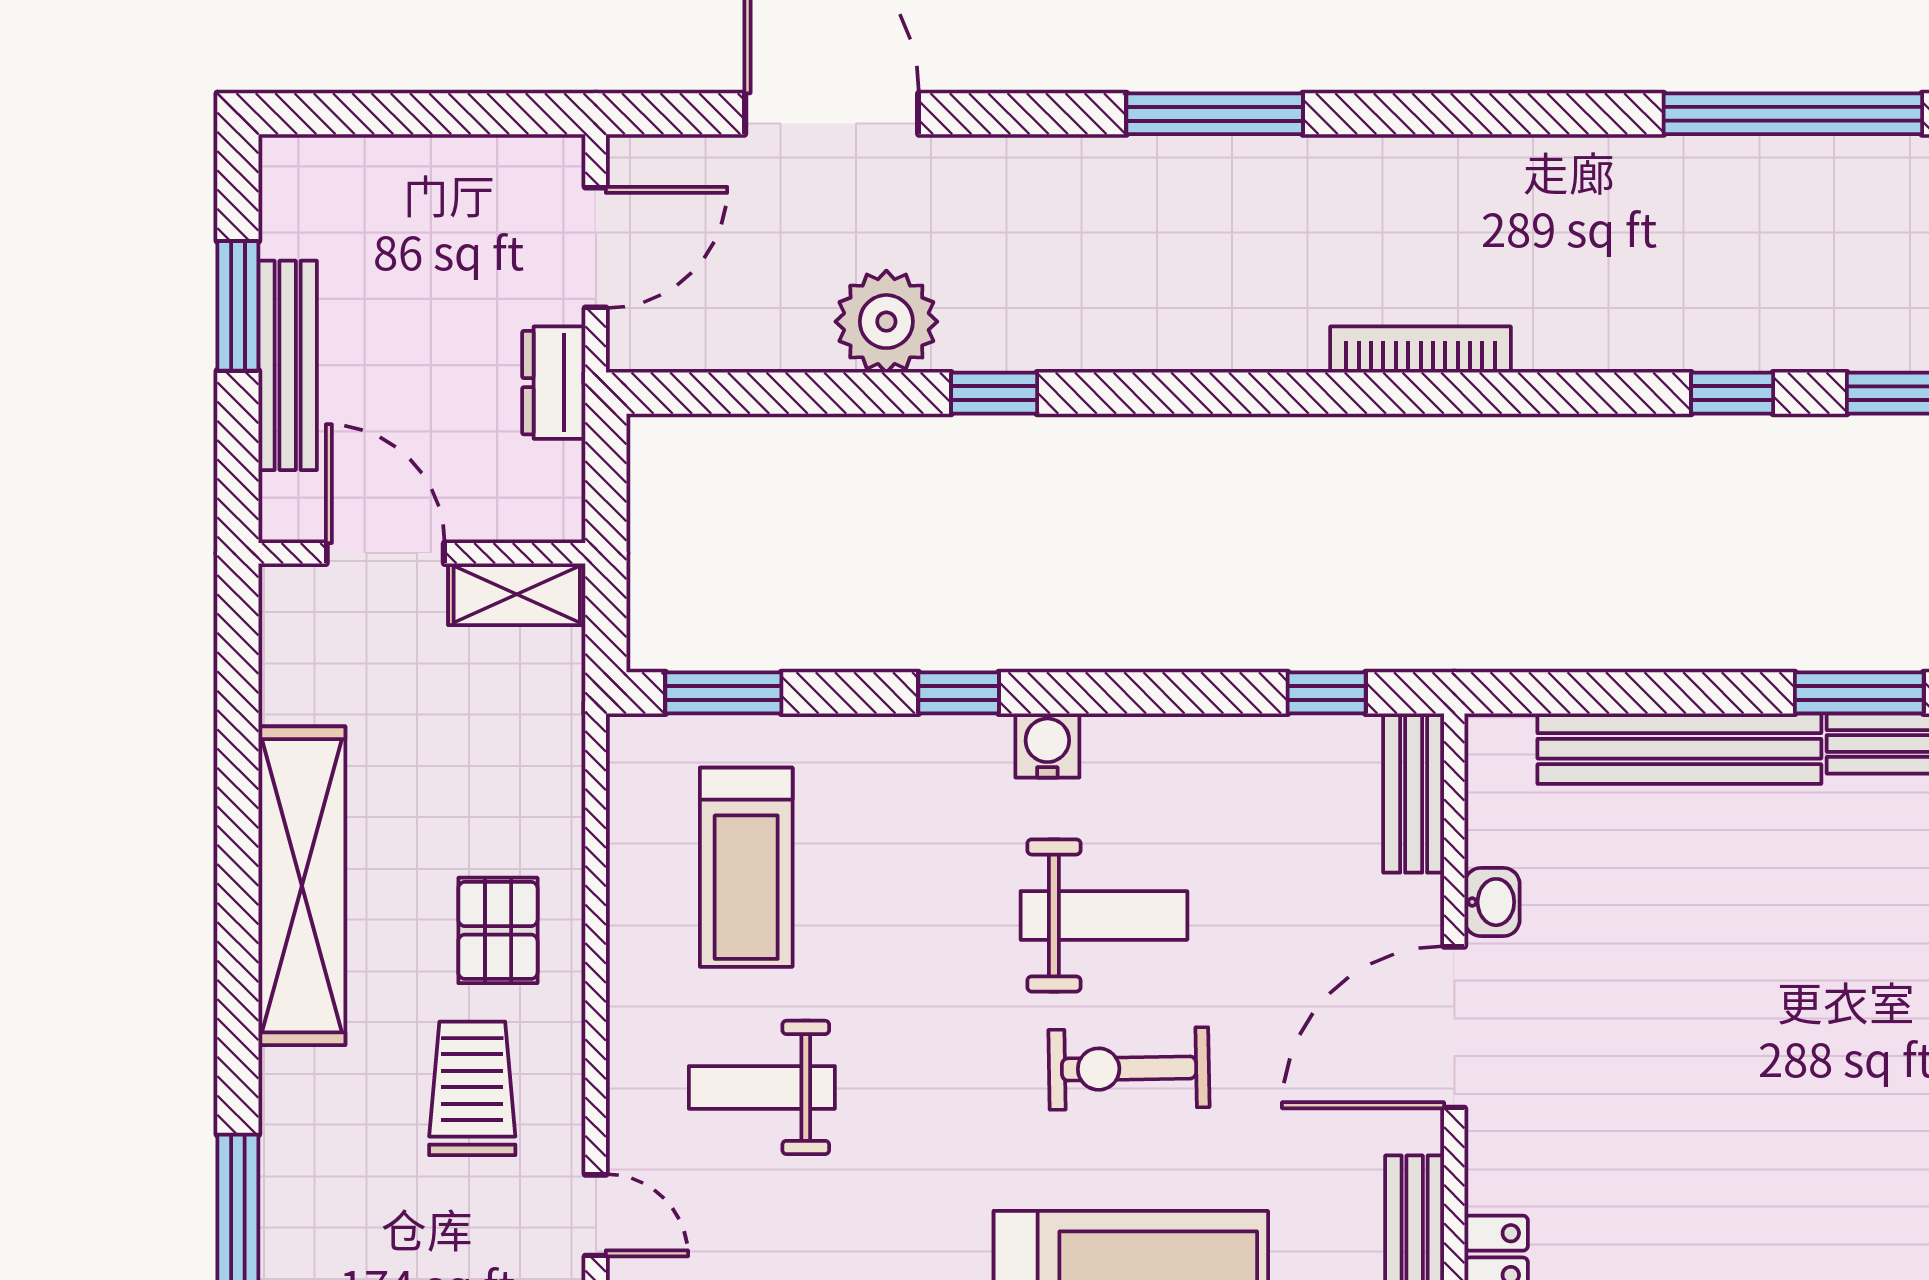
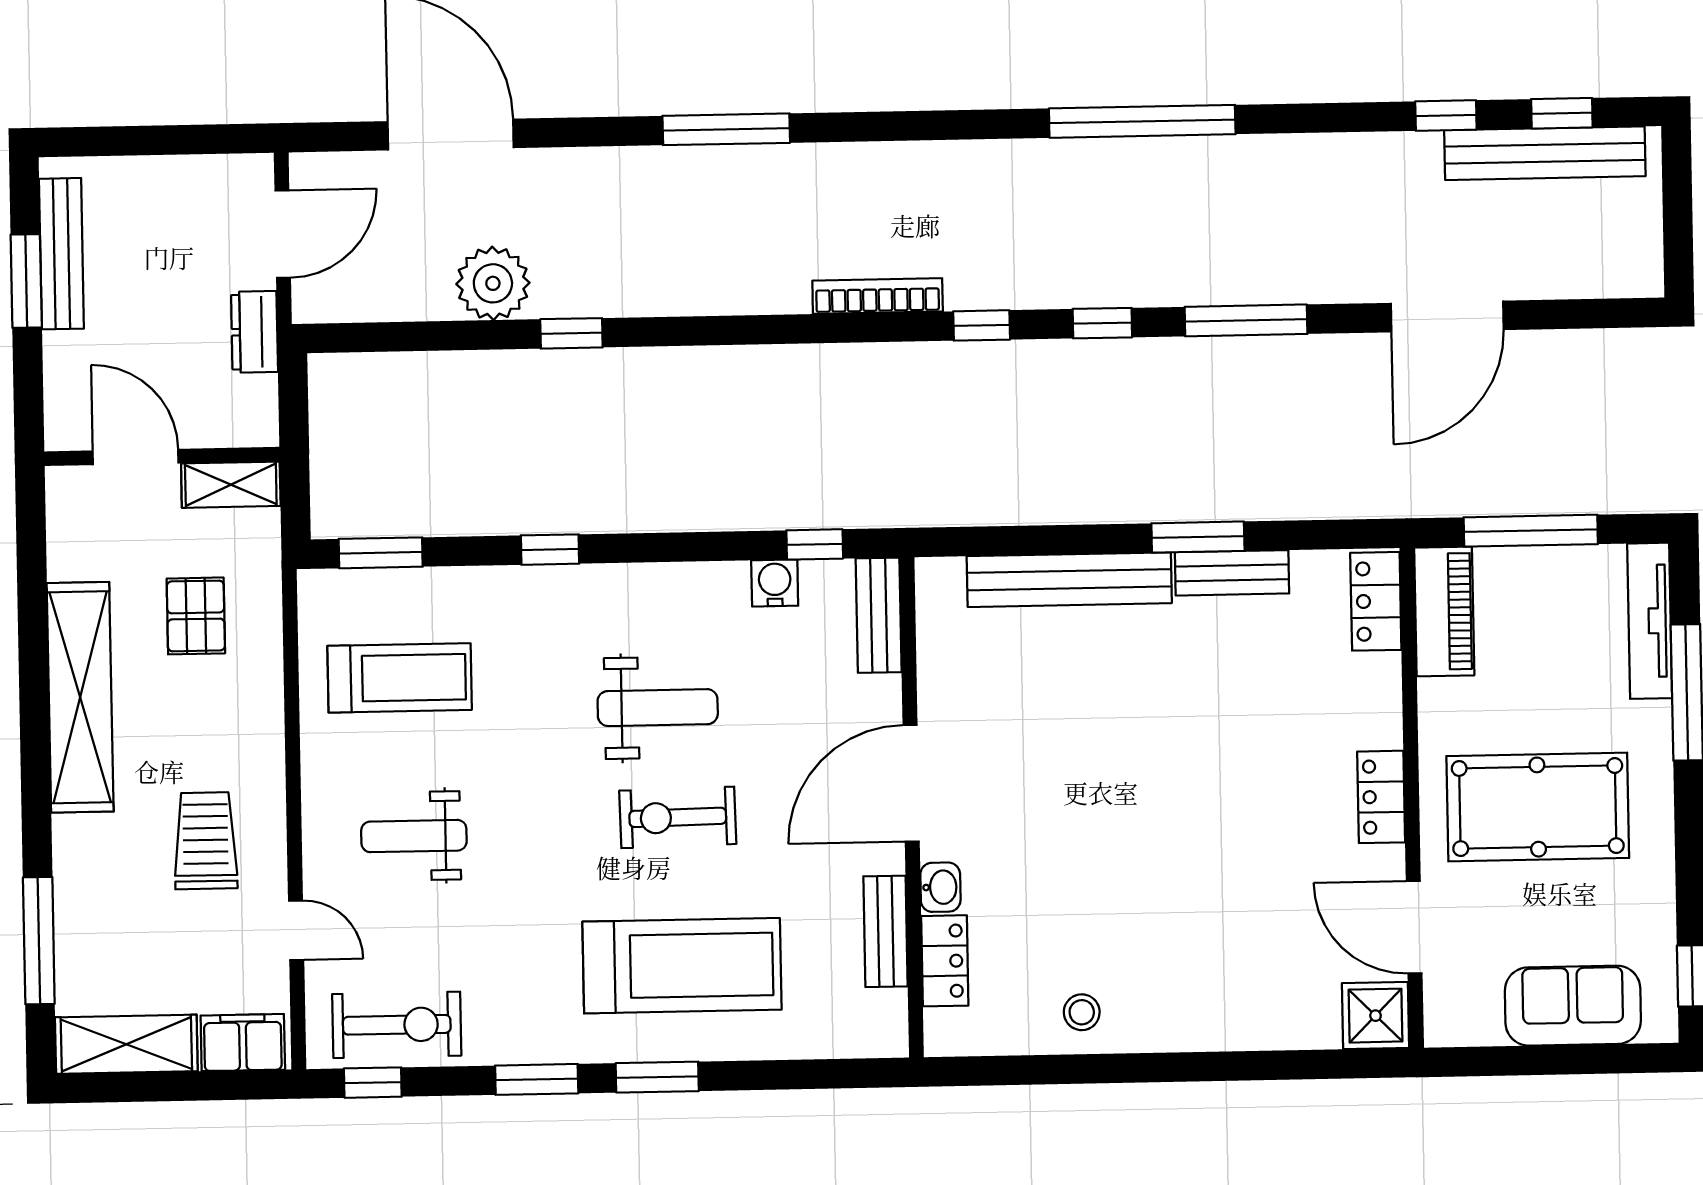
bench: (288, 365) -> (61, 254), moved
window: (1564, 393) -> (982, 325), added
water cooler: (1047, 745) -> (775, 583), moved
treadmill: (746, 867) -> (400, 678), turned -90
washbasin: (1492, 902) -> (940, 887), moved
pallet: (498, 930) -> (196, 616), moved

